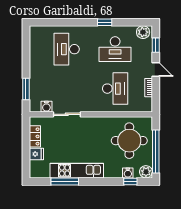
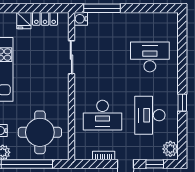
window: (26, 89) -> (102, 8), width x1.44
water cooler: (46, 107) -> (81, 19), moved

